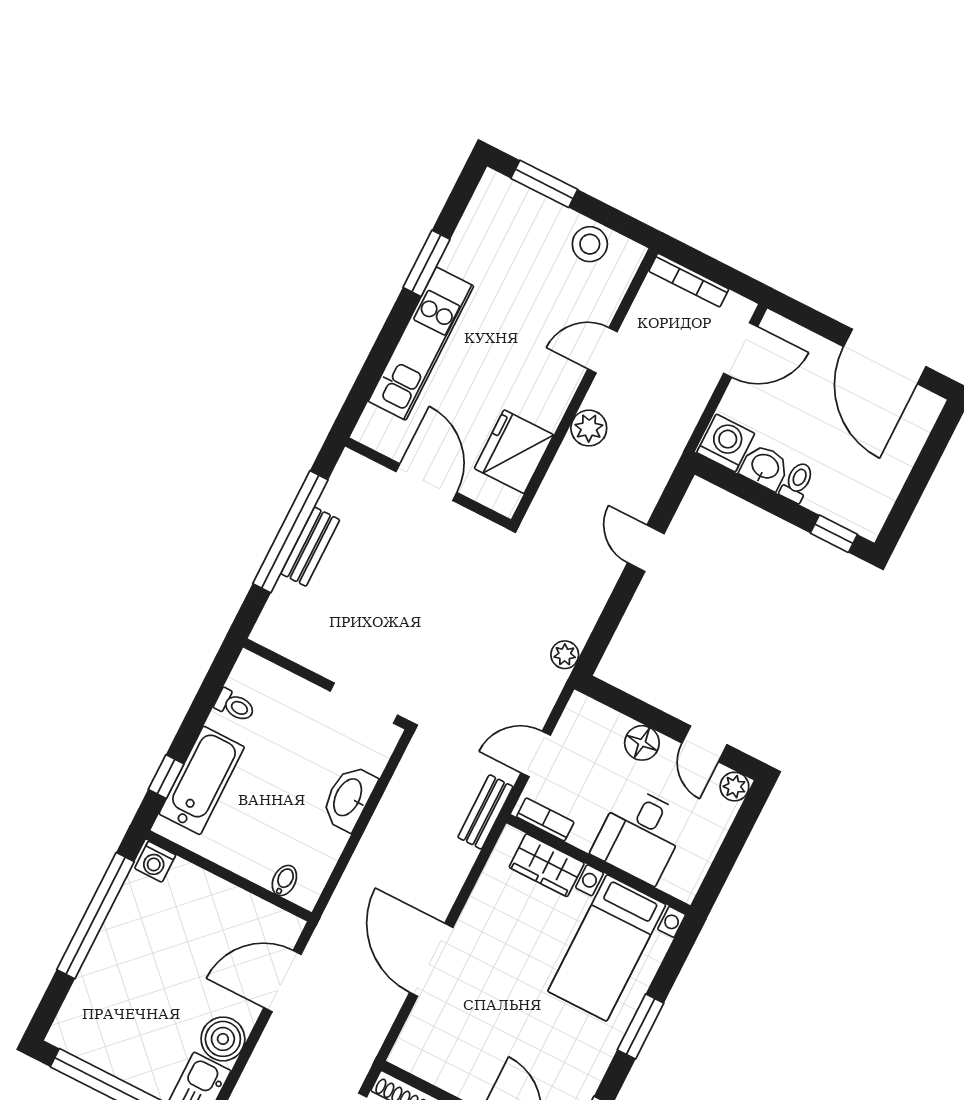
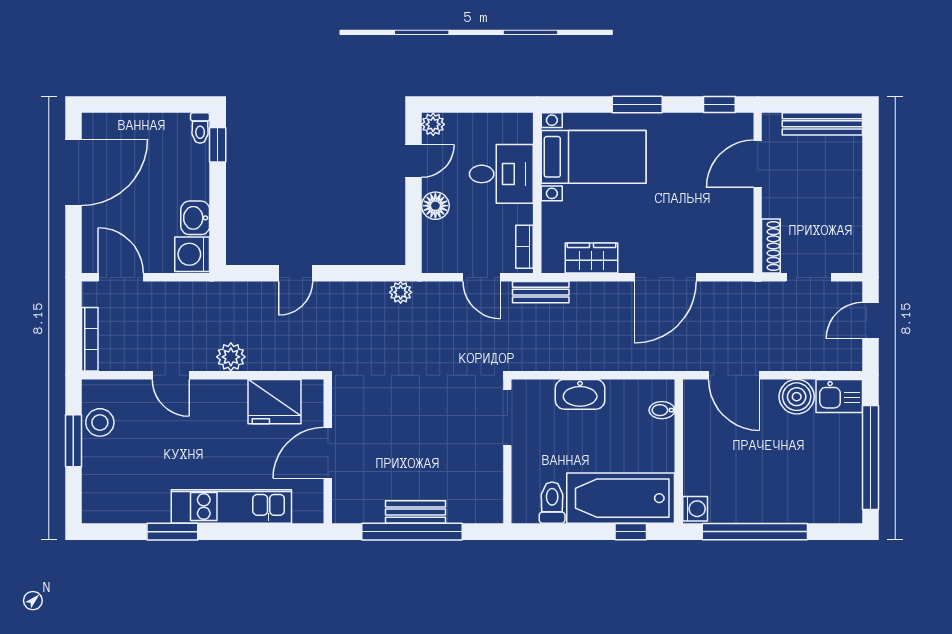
window: (544, 184) -> (73, 441), moved
toilet: (797, 482) -> (200, 128), moved, turned -90
toilet: (235, 706) -> (552, 503), width x1.37, depth x1.39
bathtub: (202, 780) -> (621, 498), width x1.36, depth x1.36
wardrobe: (547, 865) -> (591, 258), moved, turned -90

